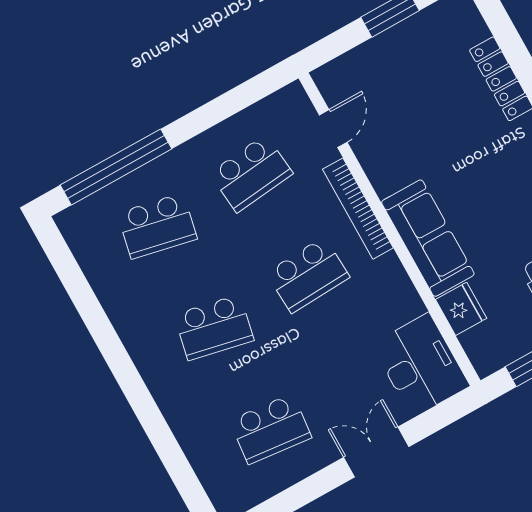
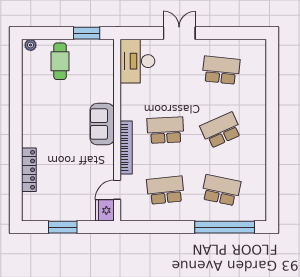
sofa: (428, 238) -> (102, 124), width x0.73
fridge: (461, 309) -> (105, 210), moved
school desk: (214, 327) -> (221, 130), turned -36
double door: (376, 452) -> (179, 33), swing flipped

